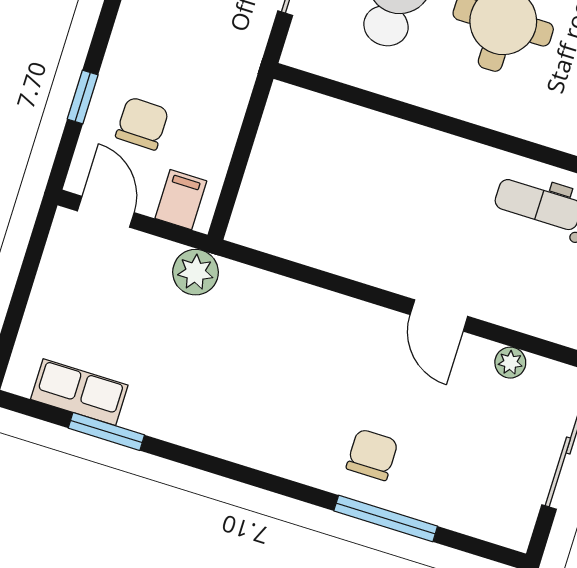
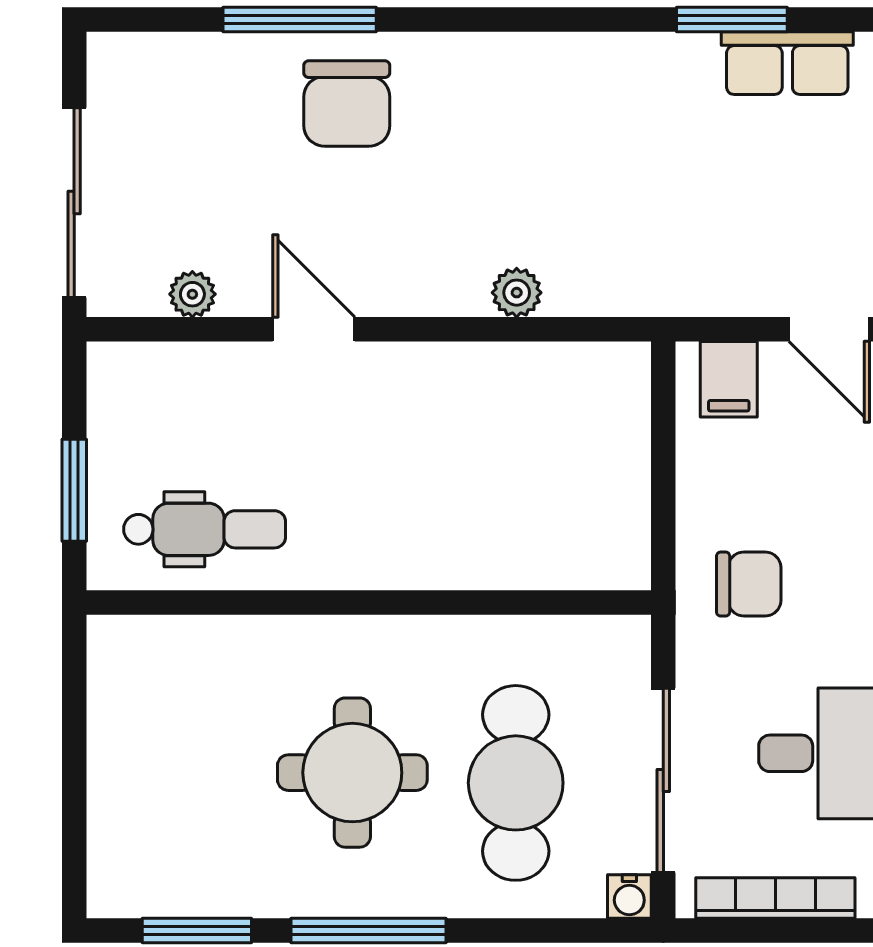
chair: (142, 123) -> (749, 584), moved, turned -91
plant: (196, 272) -> (517, 293), moved, width x0.73, depth x0.73
chair: (372, 455) -> (347, 104), width x1.37, depth x1.37

